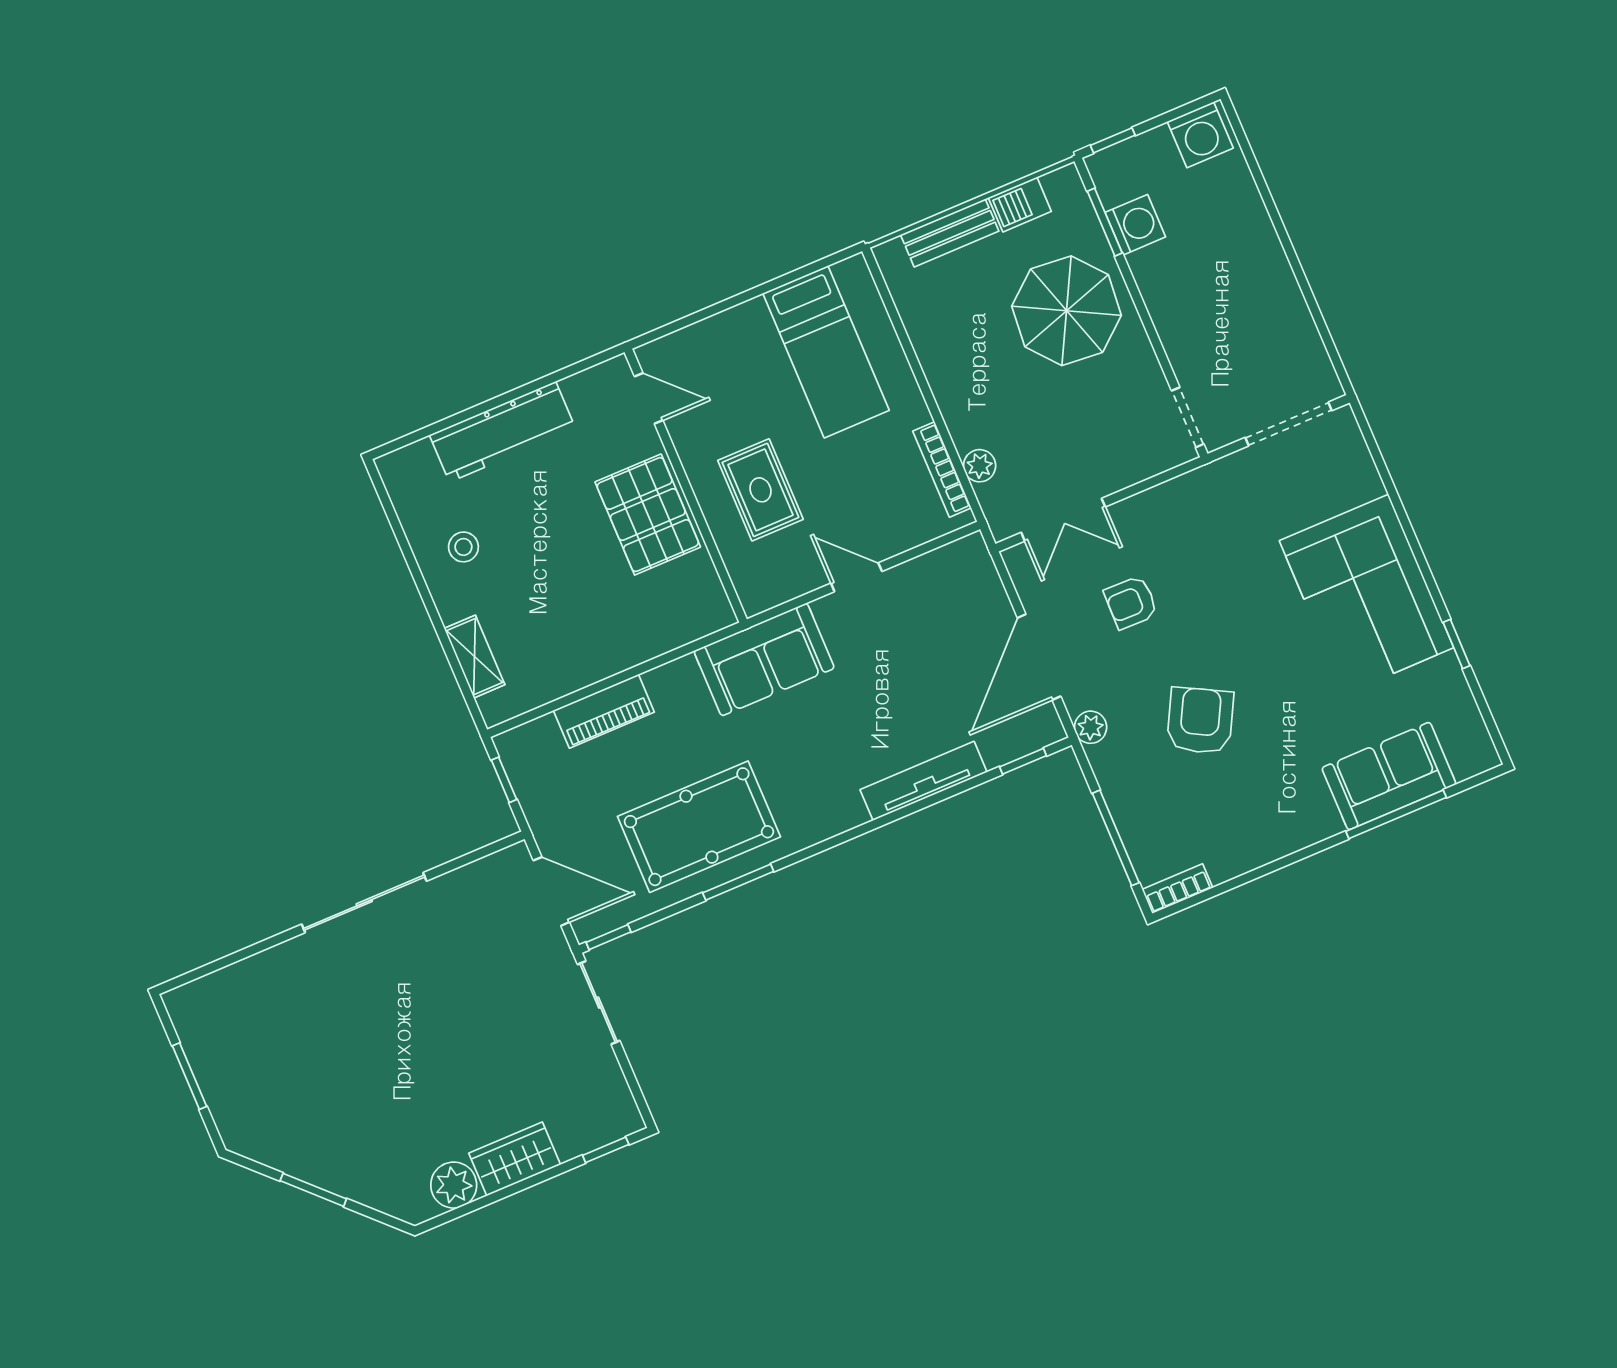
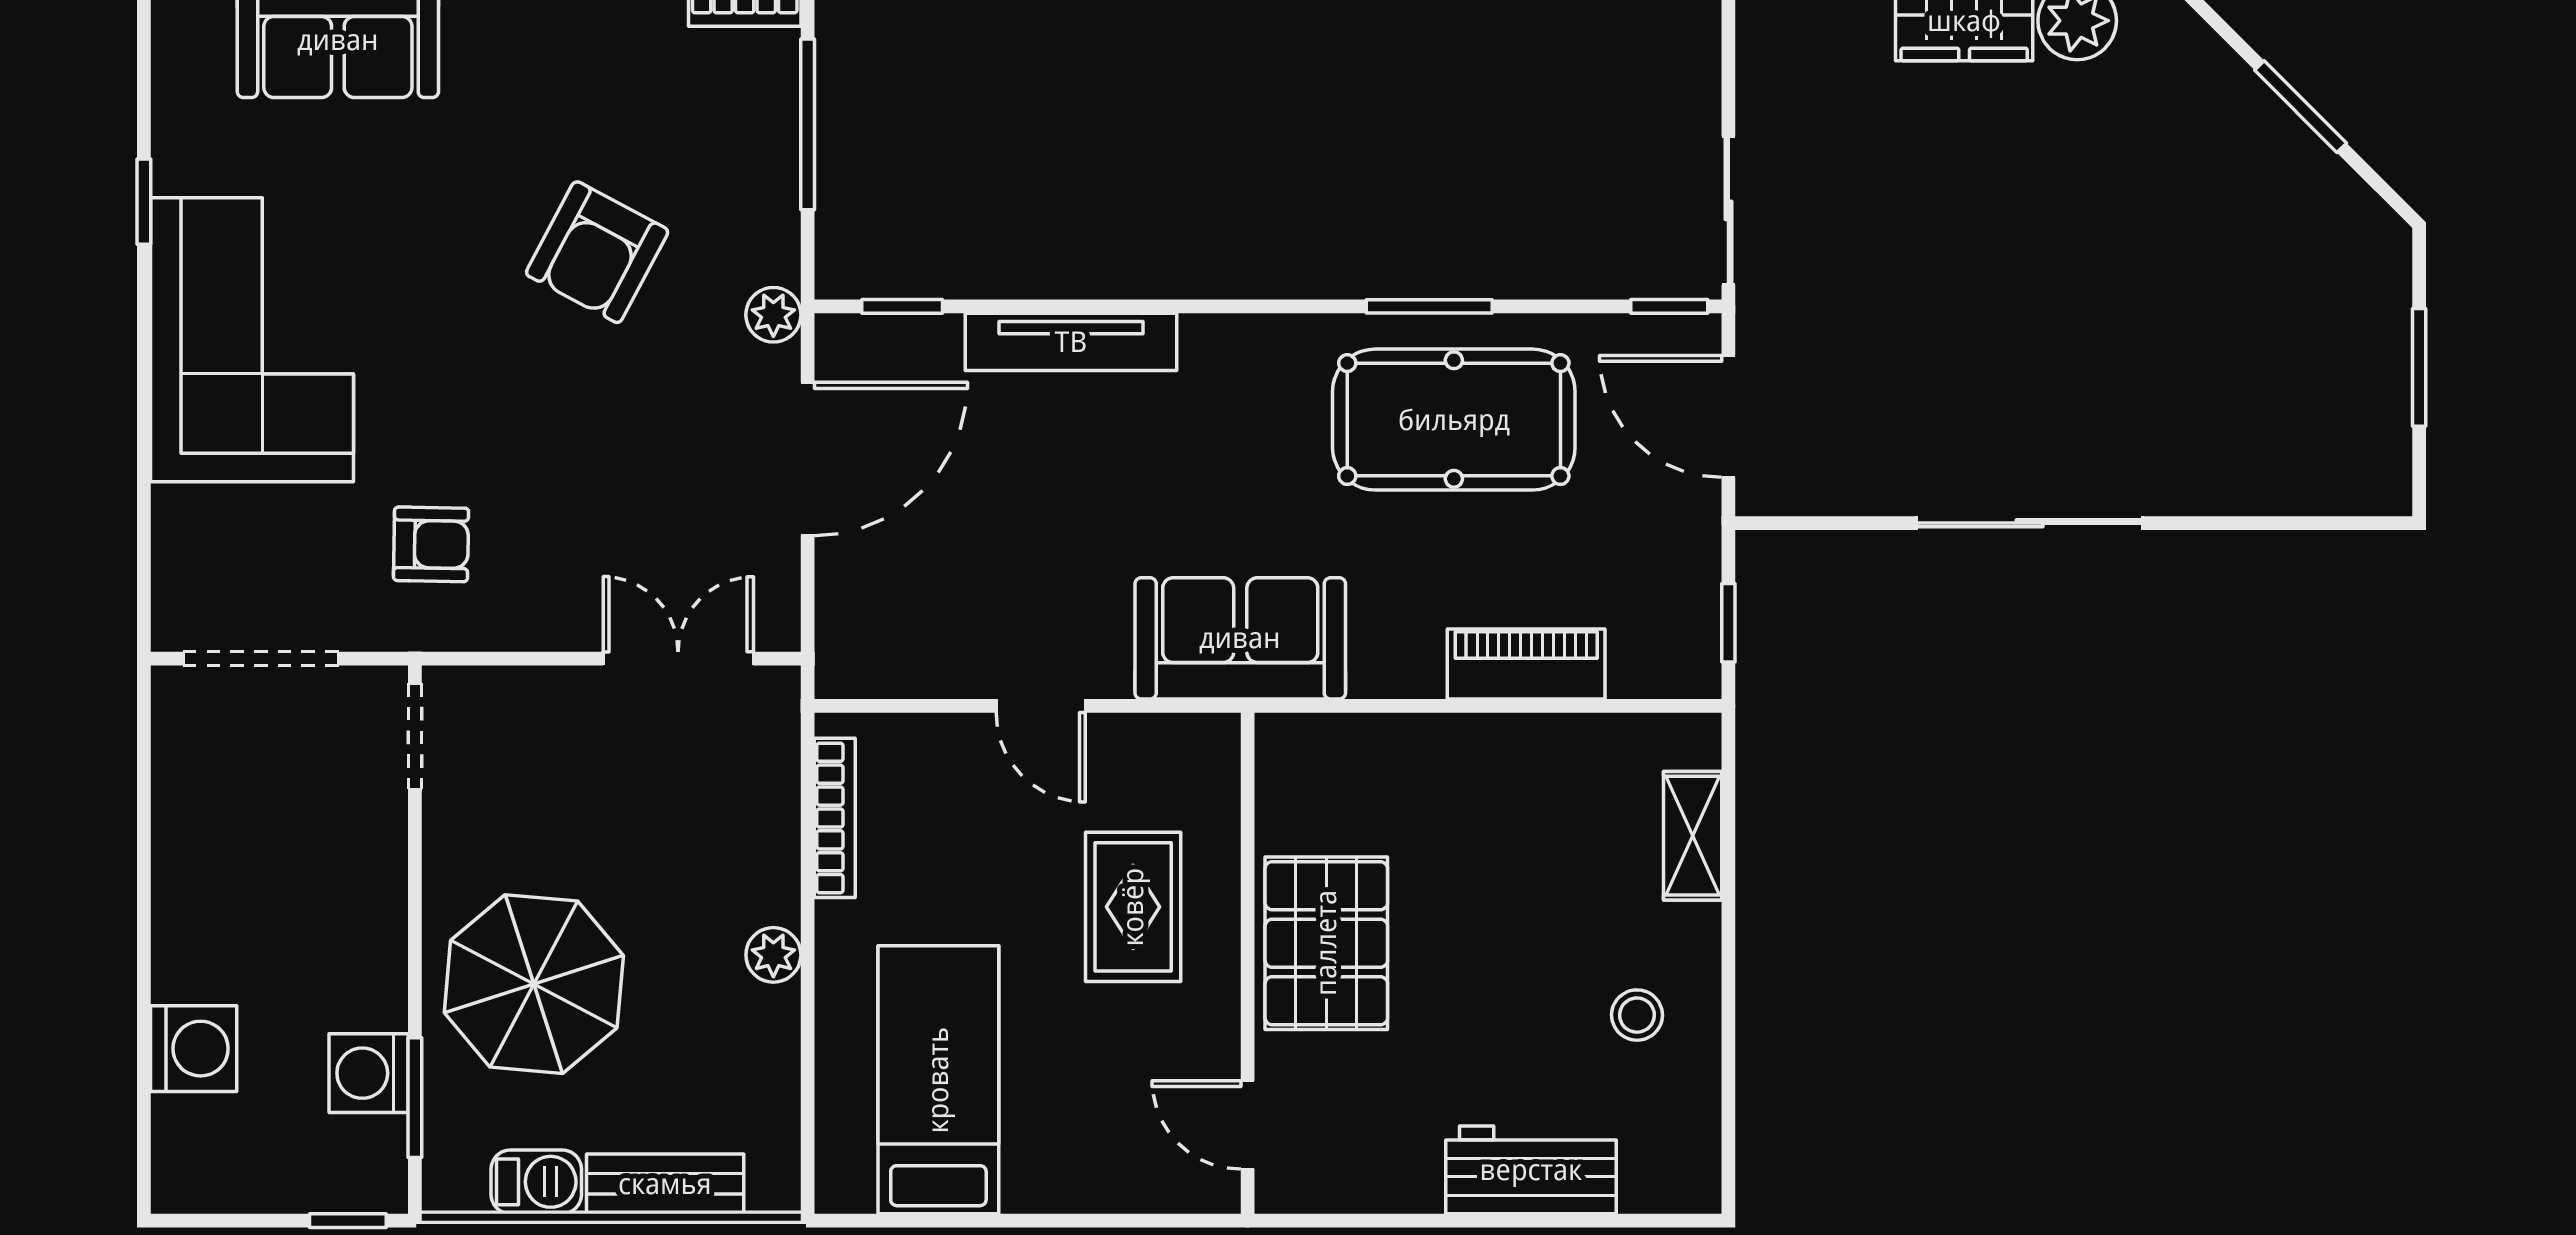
washing machine: (1200, 135) -> (194, 1049), moved, turned 90
workbench: (502, 432) -> (1531, 1170), width x0.73
plant: (980, 466) -> (773, 955), moved
armchair: (1131, 602) -> (431, 544), moved

